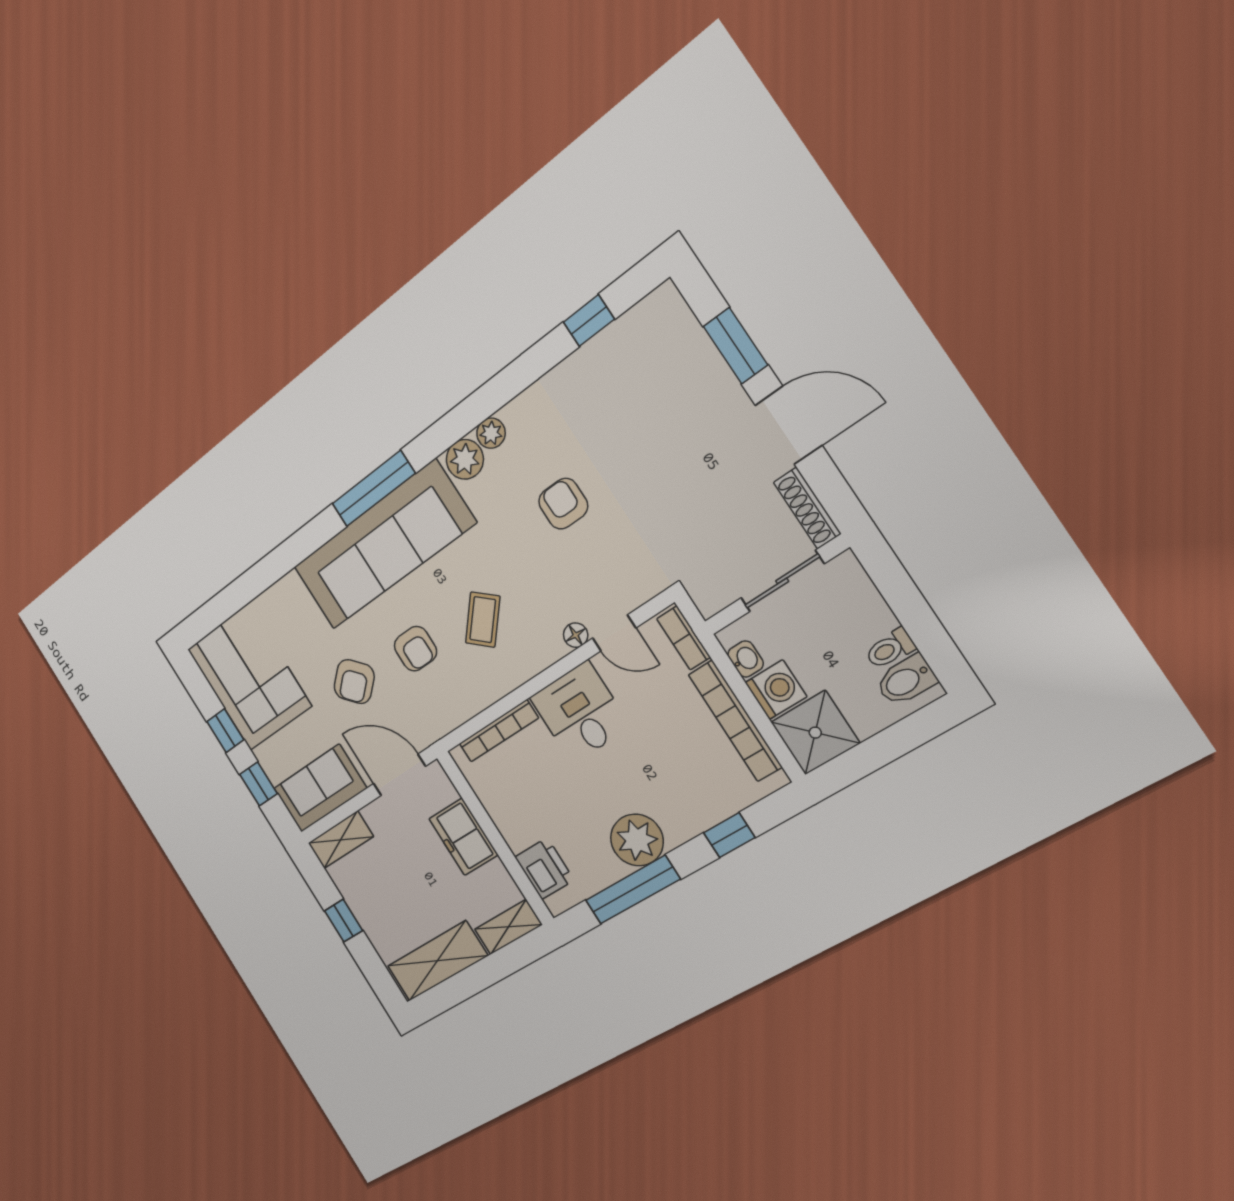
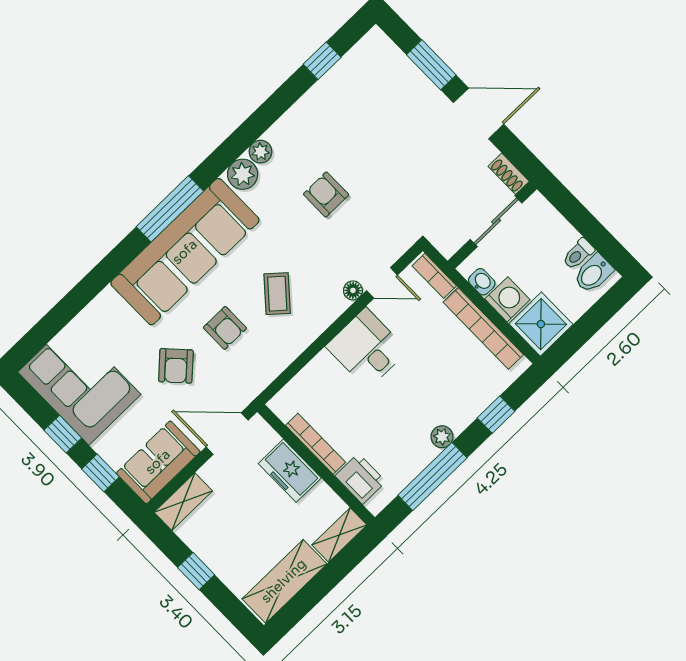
shoe rack: (807, 508) -> (509, 174), width x0.70
bookcase: (499, 731) -> (316, 444), moved, turned -90
plant: (637, 840) -> (442, 437), width x0.53, depth x0.53

